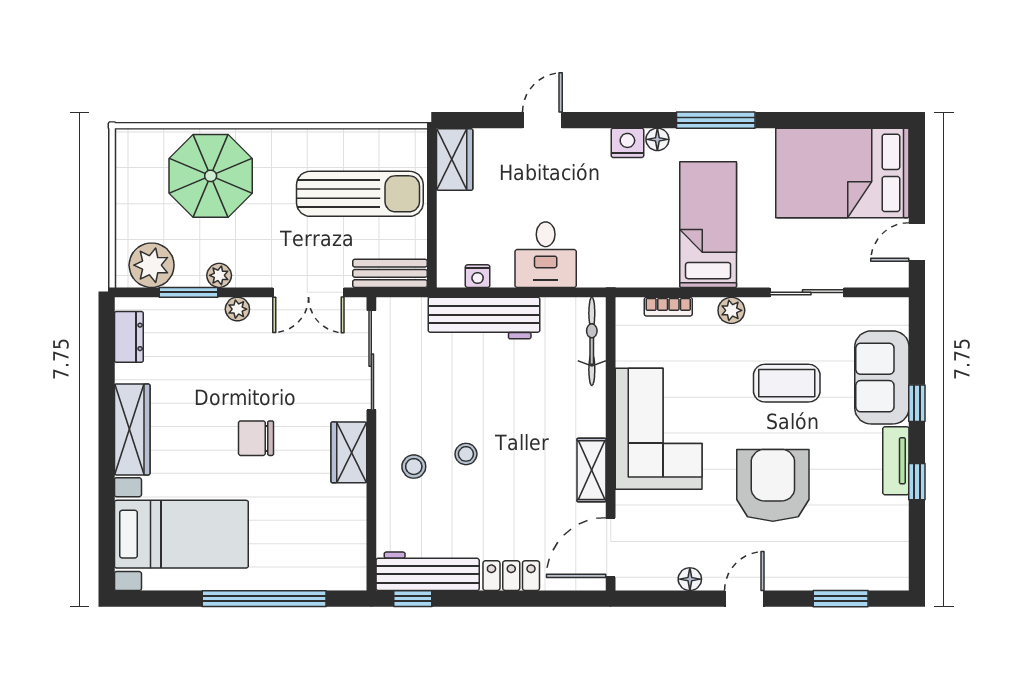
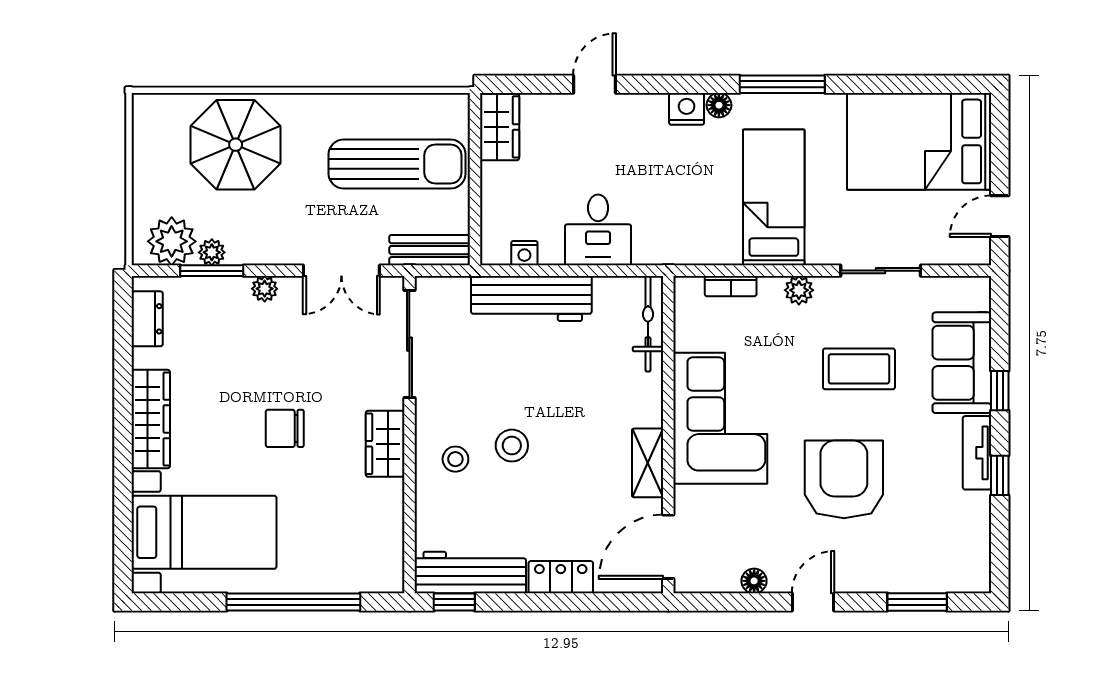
plant: (219, 275) -> (212, 252), moved
stool: (466, 454) -> (512, 446), width x1.37, depth x1.37

